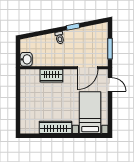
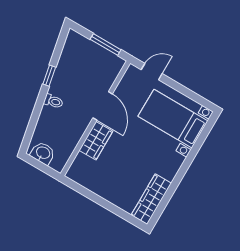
washbasin: (26, 59) -> (43, 153), moved
door: (88, 68) -> (103, 106), moved
wardrobe: (55, 127) -> (151, 199), moved

